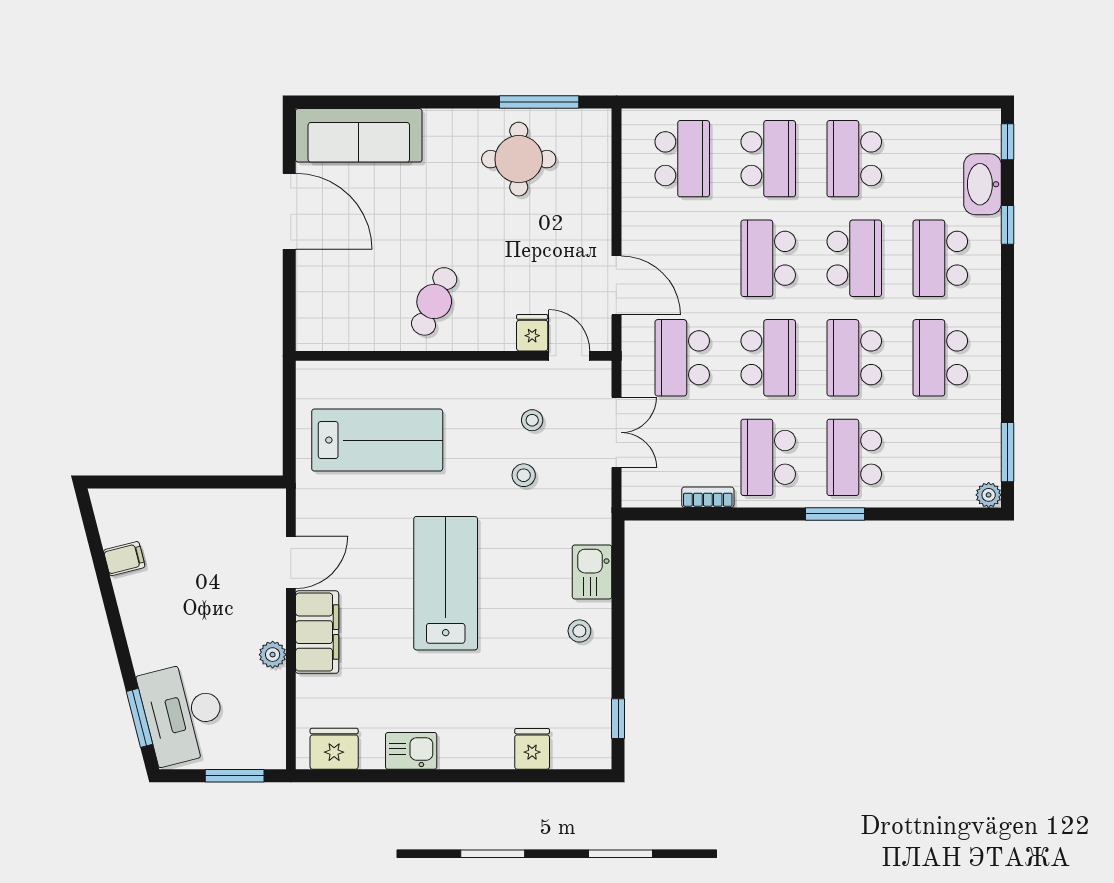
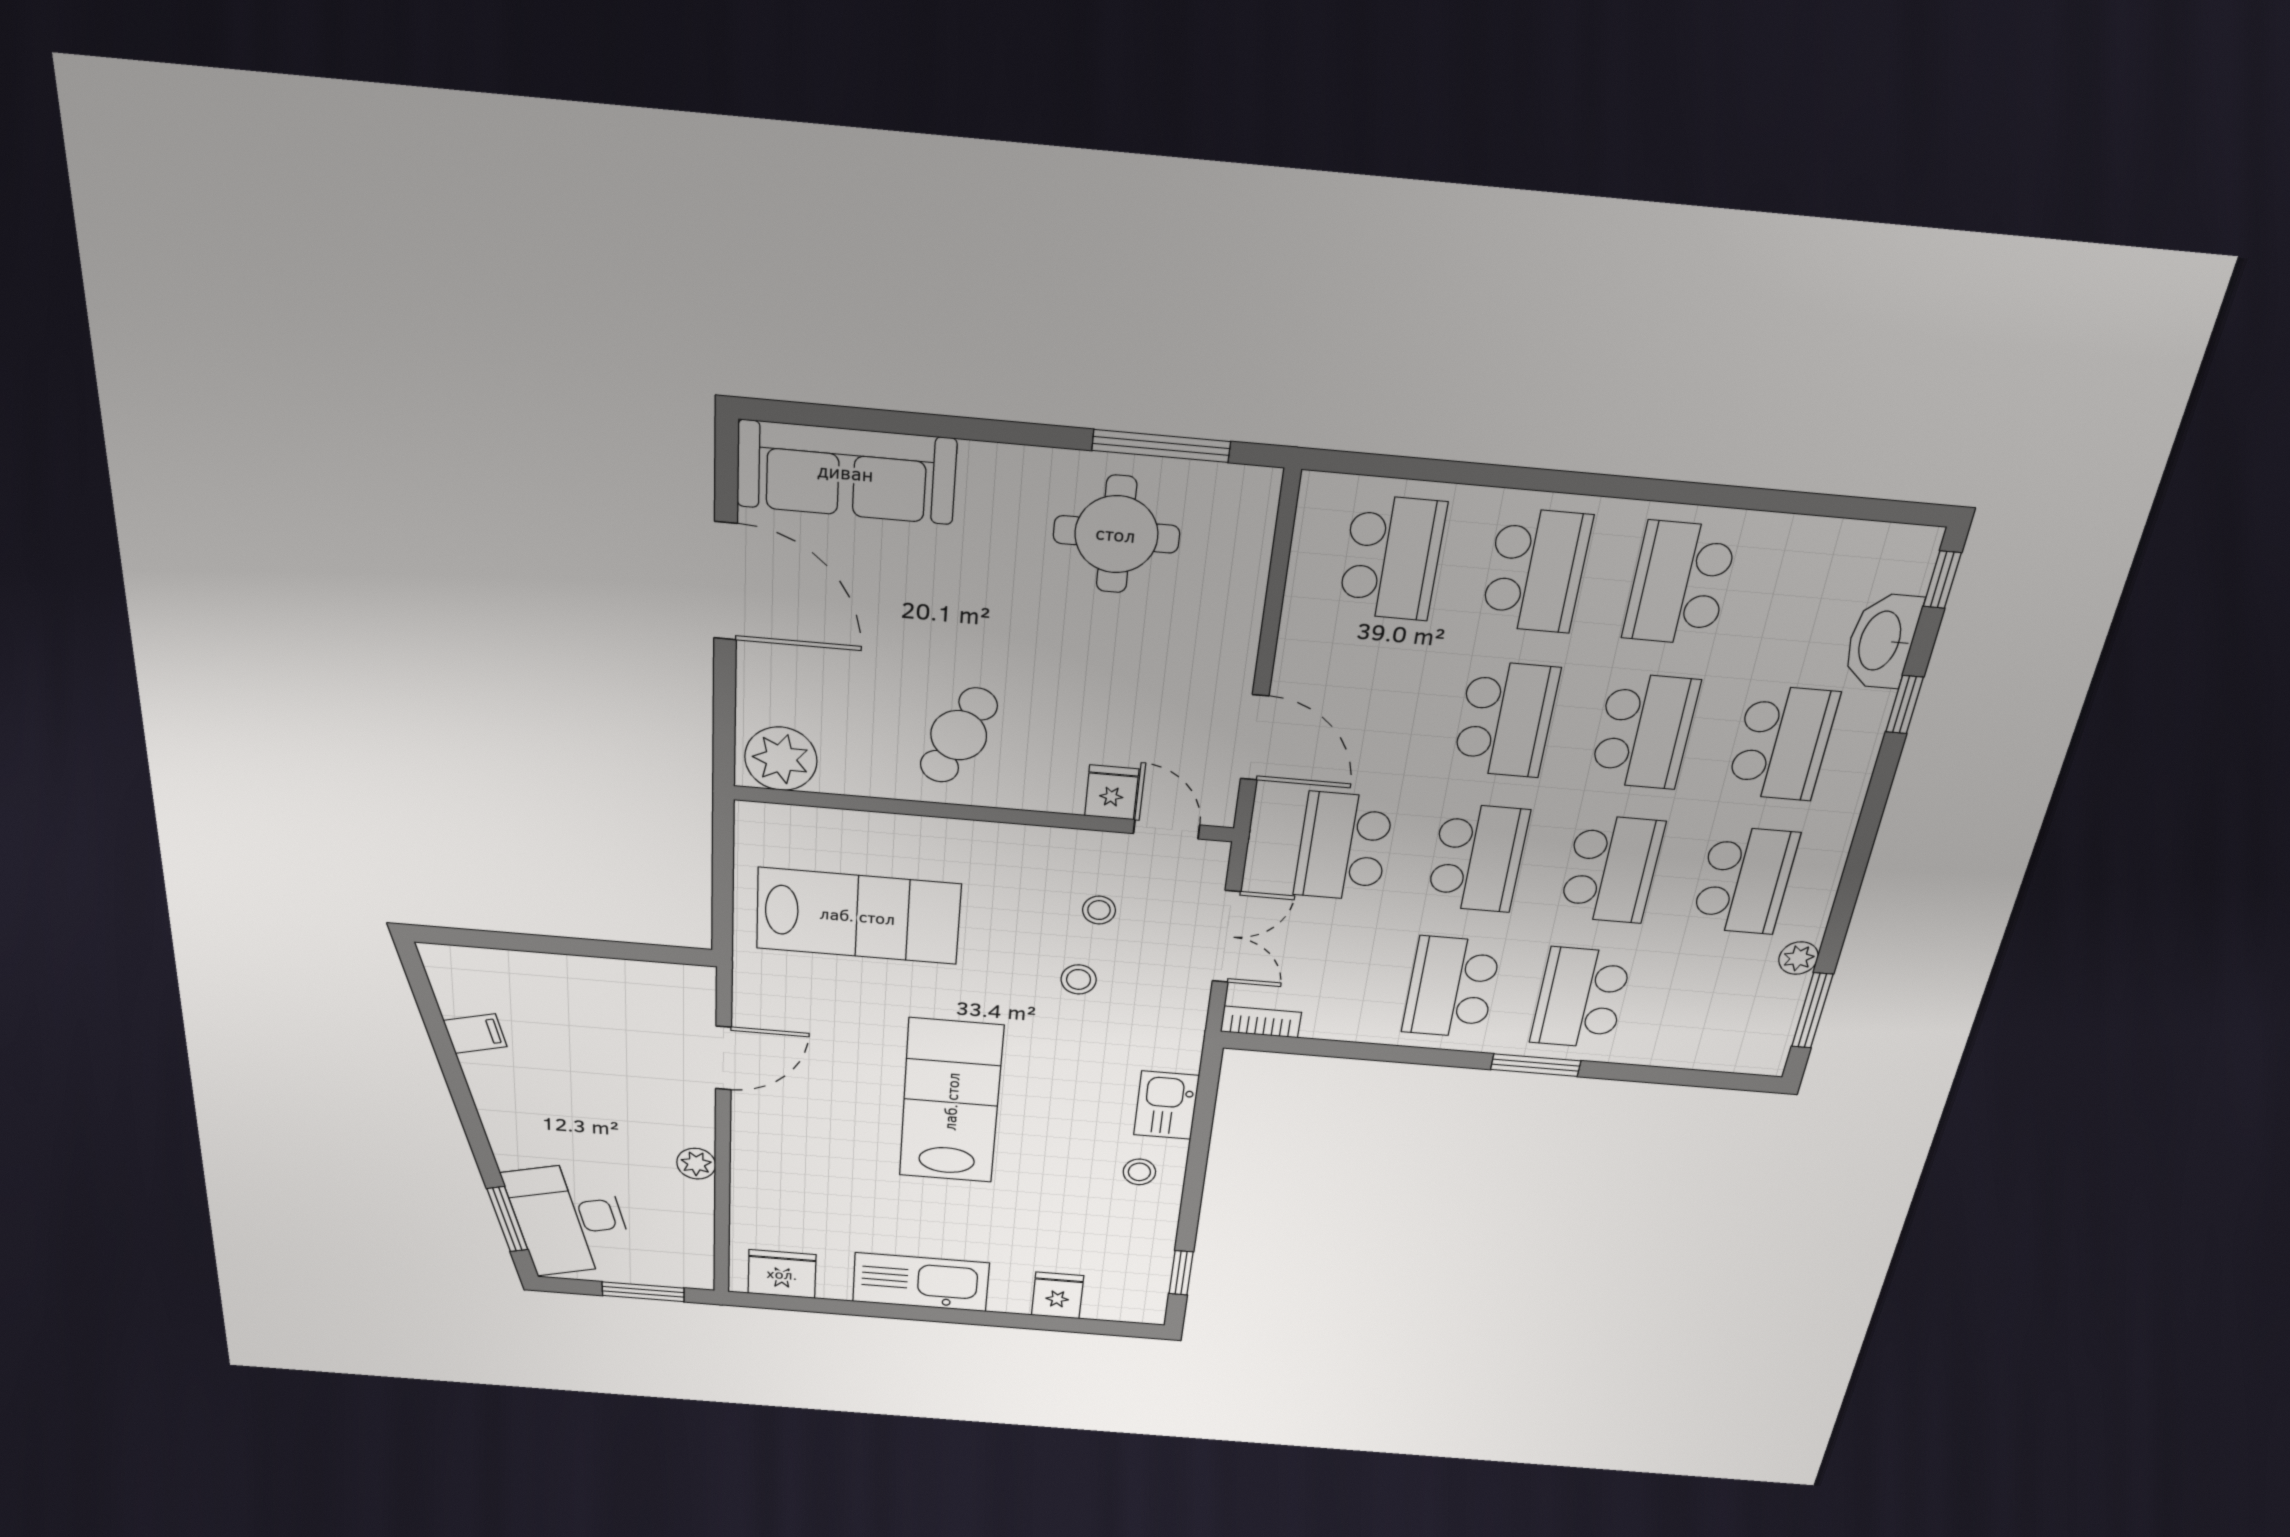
school desk: (768, 258) -> (1506, 720), turned 180
school desk: (940, 258) -> (1782, 743), turned 180
plant: (325, 329) -> (781, 759), added
school desk: (854, 358) -> (1611, 869), turned 180
school desk: (940, 358) -> (1745, 881), turned 180
plant: (989, 495) -> (1798, 958), moved
bookcase: (708, 497) -> (1261, 1022), moved
filing cabinet: (317, 632) -> (761, 1143), removed
kitchen sink: (411, 751) -> (921, 1282), width x1.88, depth x1.24

